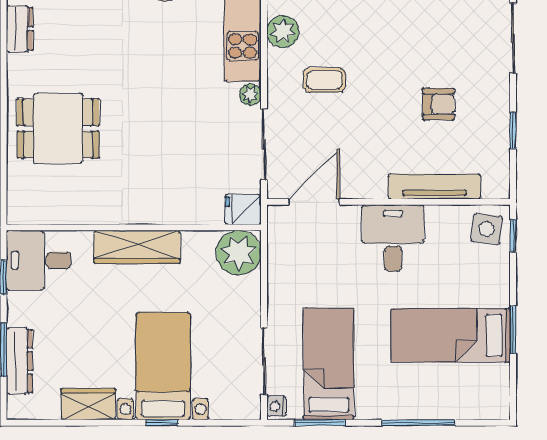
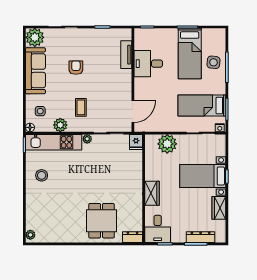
dresser: (20, 29) -> (133, 237), moved
armchair: (439, 104) -> (76, 68), moved
tv unit: (435, 186) -> (126, 55), width x0.71
door: (314, 202) -> (133, 112), swing flipped
side table: (487, 229) -> (213, 62), moved
desk: (393, 238) -> (148, 64), moved
wardrobe: (137, 247) -> (152, 193), width x0.67
plant: (239, 253) -> (167, 144), moved

